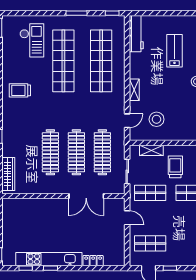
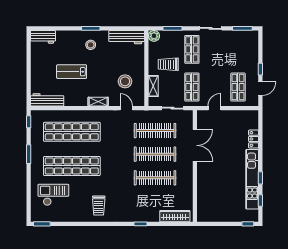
lab bench: (174, 51) -> (72, 72), moved

